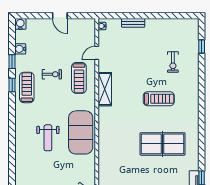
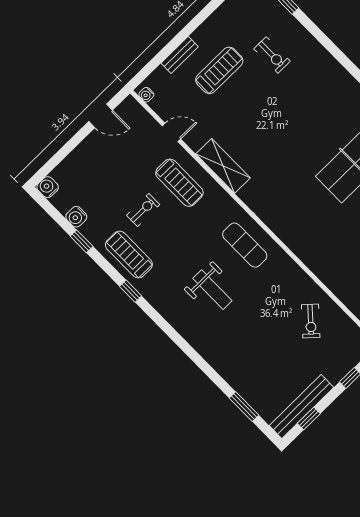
door: (60, 16) -> (101, 116), moved
door: (97, 53) -> (171, 132), swing flipped
window: (12, 85) -> (131, 291), moved
treadmill: (159, 99) -> (219, 70), moved
exercise mat: (81, 132) -> (245, 245), width x0.50, depth x0.69

